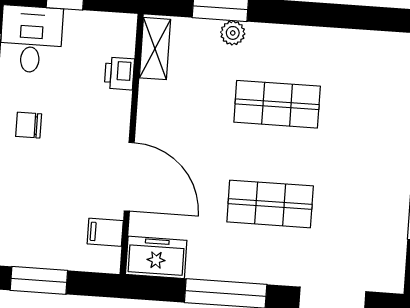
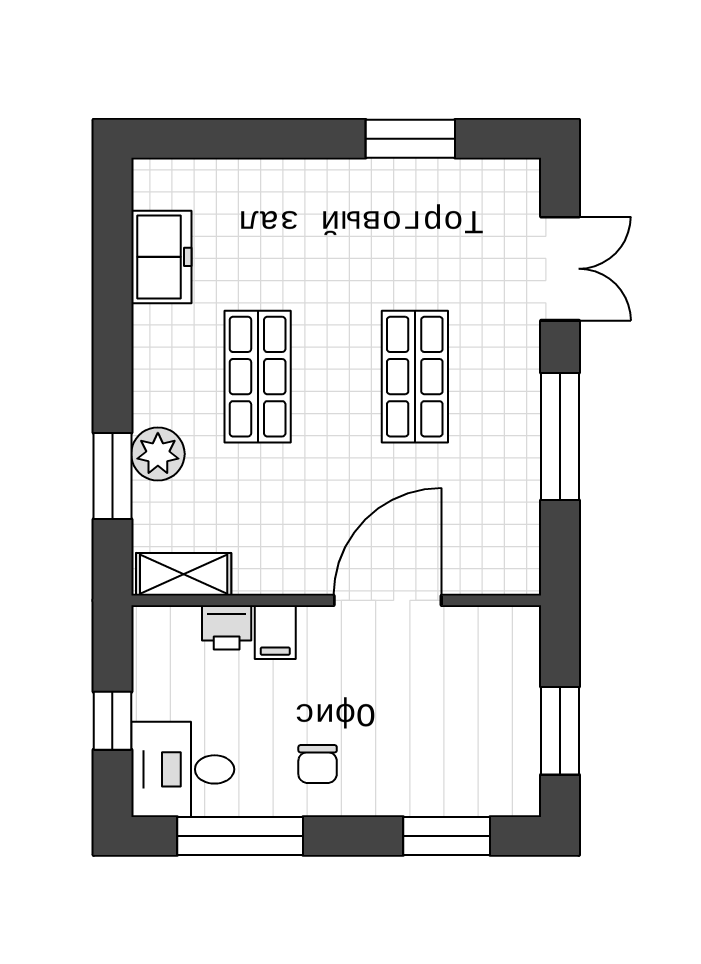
plant: (233, 33) -> (158, 454), width x1.38, depth x1.38
filing cabinet: (105, 232) -> (275, 632), moved
freezer: (156, 257) -> (161, 257), moved, turned 180

